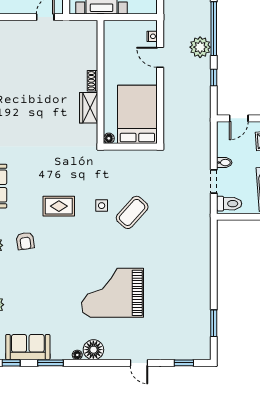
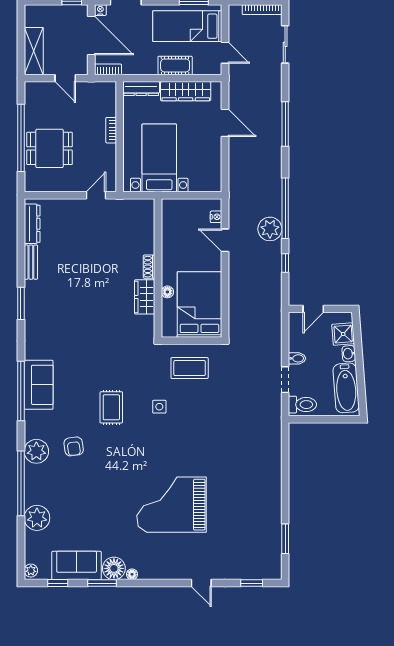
floor lamp: (109, 138) -> (167, 292), moved
rug: (59, 206) -> (111, 407), turned 90
coffee table: (132, 212) -> (190, 368), moved, turned 48
floor lamp: (93, 350) -> (114, 568), moved

